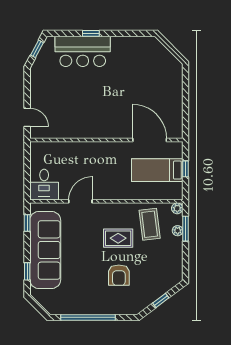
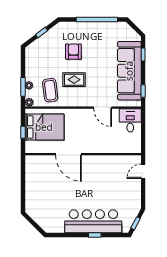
bar counter: (83, 51) -> (93, 221), width x1.36
door: (27, 117) -> (143, 171), hinge flipped
door: (150, 140) -> (68, 154), moved
bed: (157, 170) -> (44, 127), width x1.50
door: (80, 201) -> (103, 108), hinge flipped

